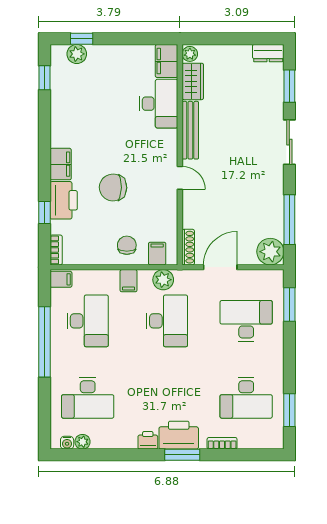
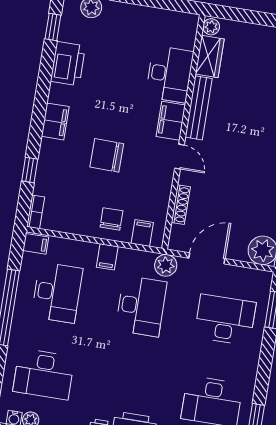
filing cabinet: (167, 61) -> (171, 121), moved
printer: (64, 200) -> (68, 64), moved
shoe rack: (188, 247) -> (181, 205), moved
plant: (163, 280) -> (166, 265), moved

